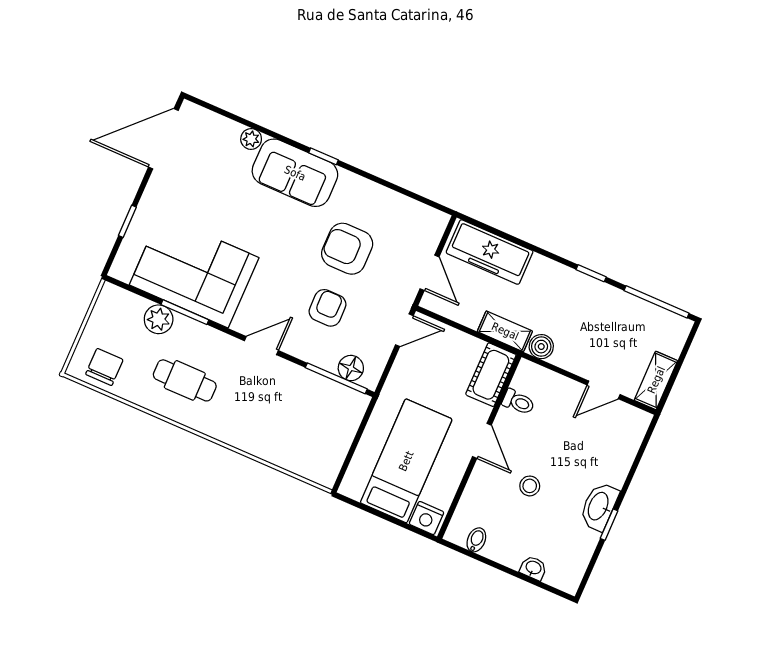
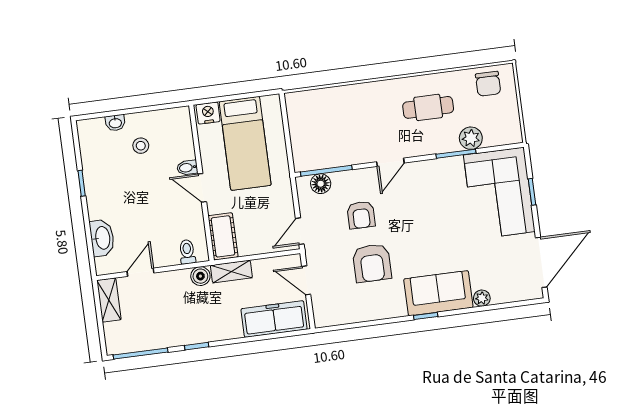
armchair: (347, 249) -> (372, 263), turned 90
corner sofa: (194, 271) -> (499, 193), moved, turned 90
toilet: (518, 402) -> (187, 252), moved, turned 90
stool: (530, 486) -> (141, 146), moved
washbasin: (599, 506) -> (102, 238), moved
bidet: (476, 540) -> (187, 168), moved, turned 90

